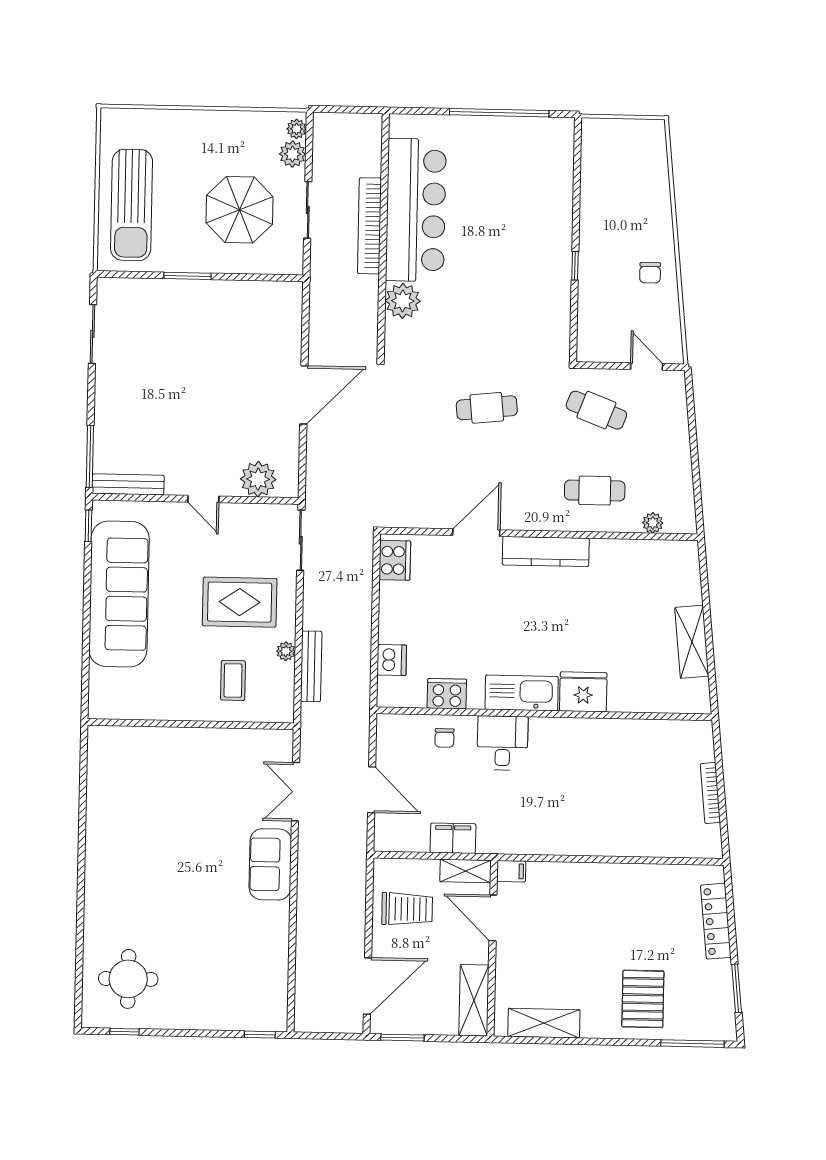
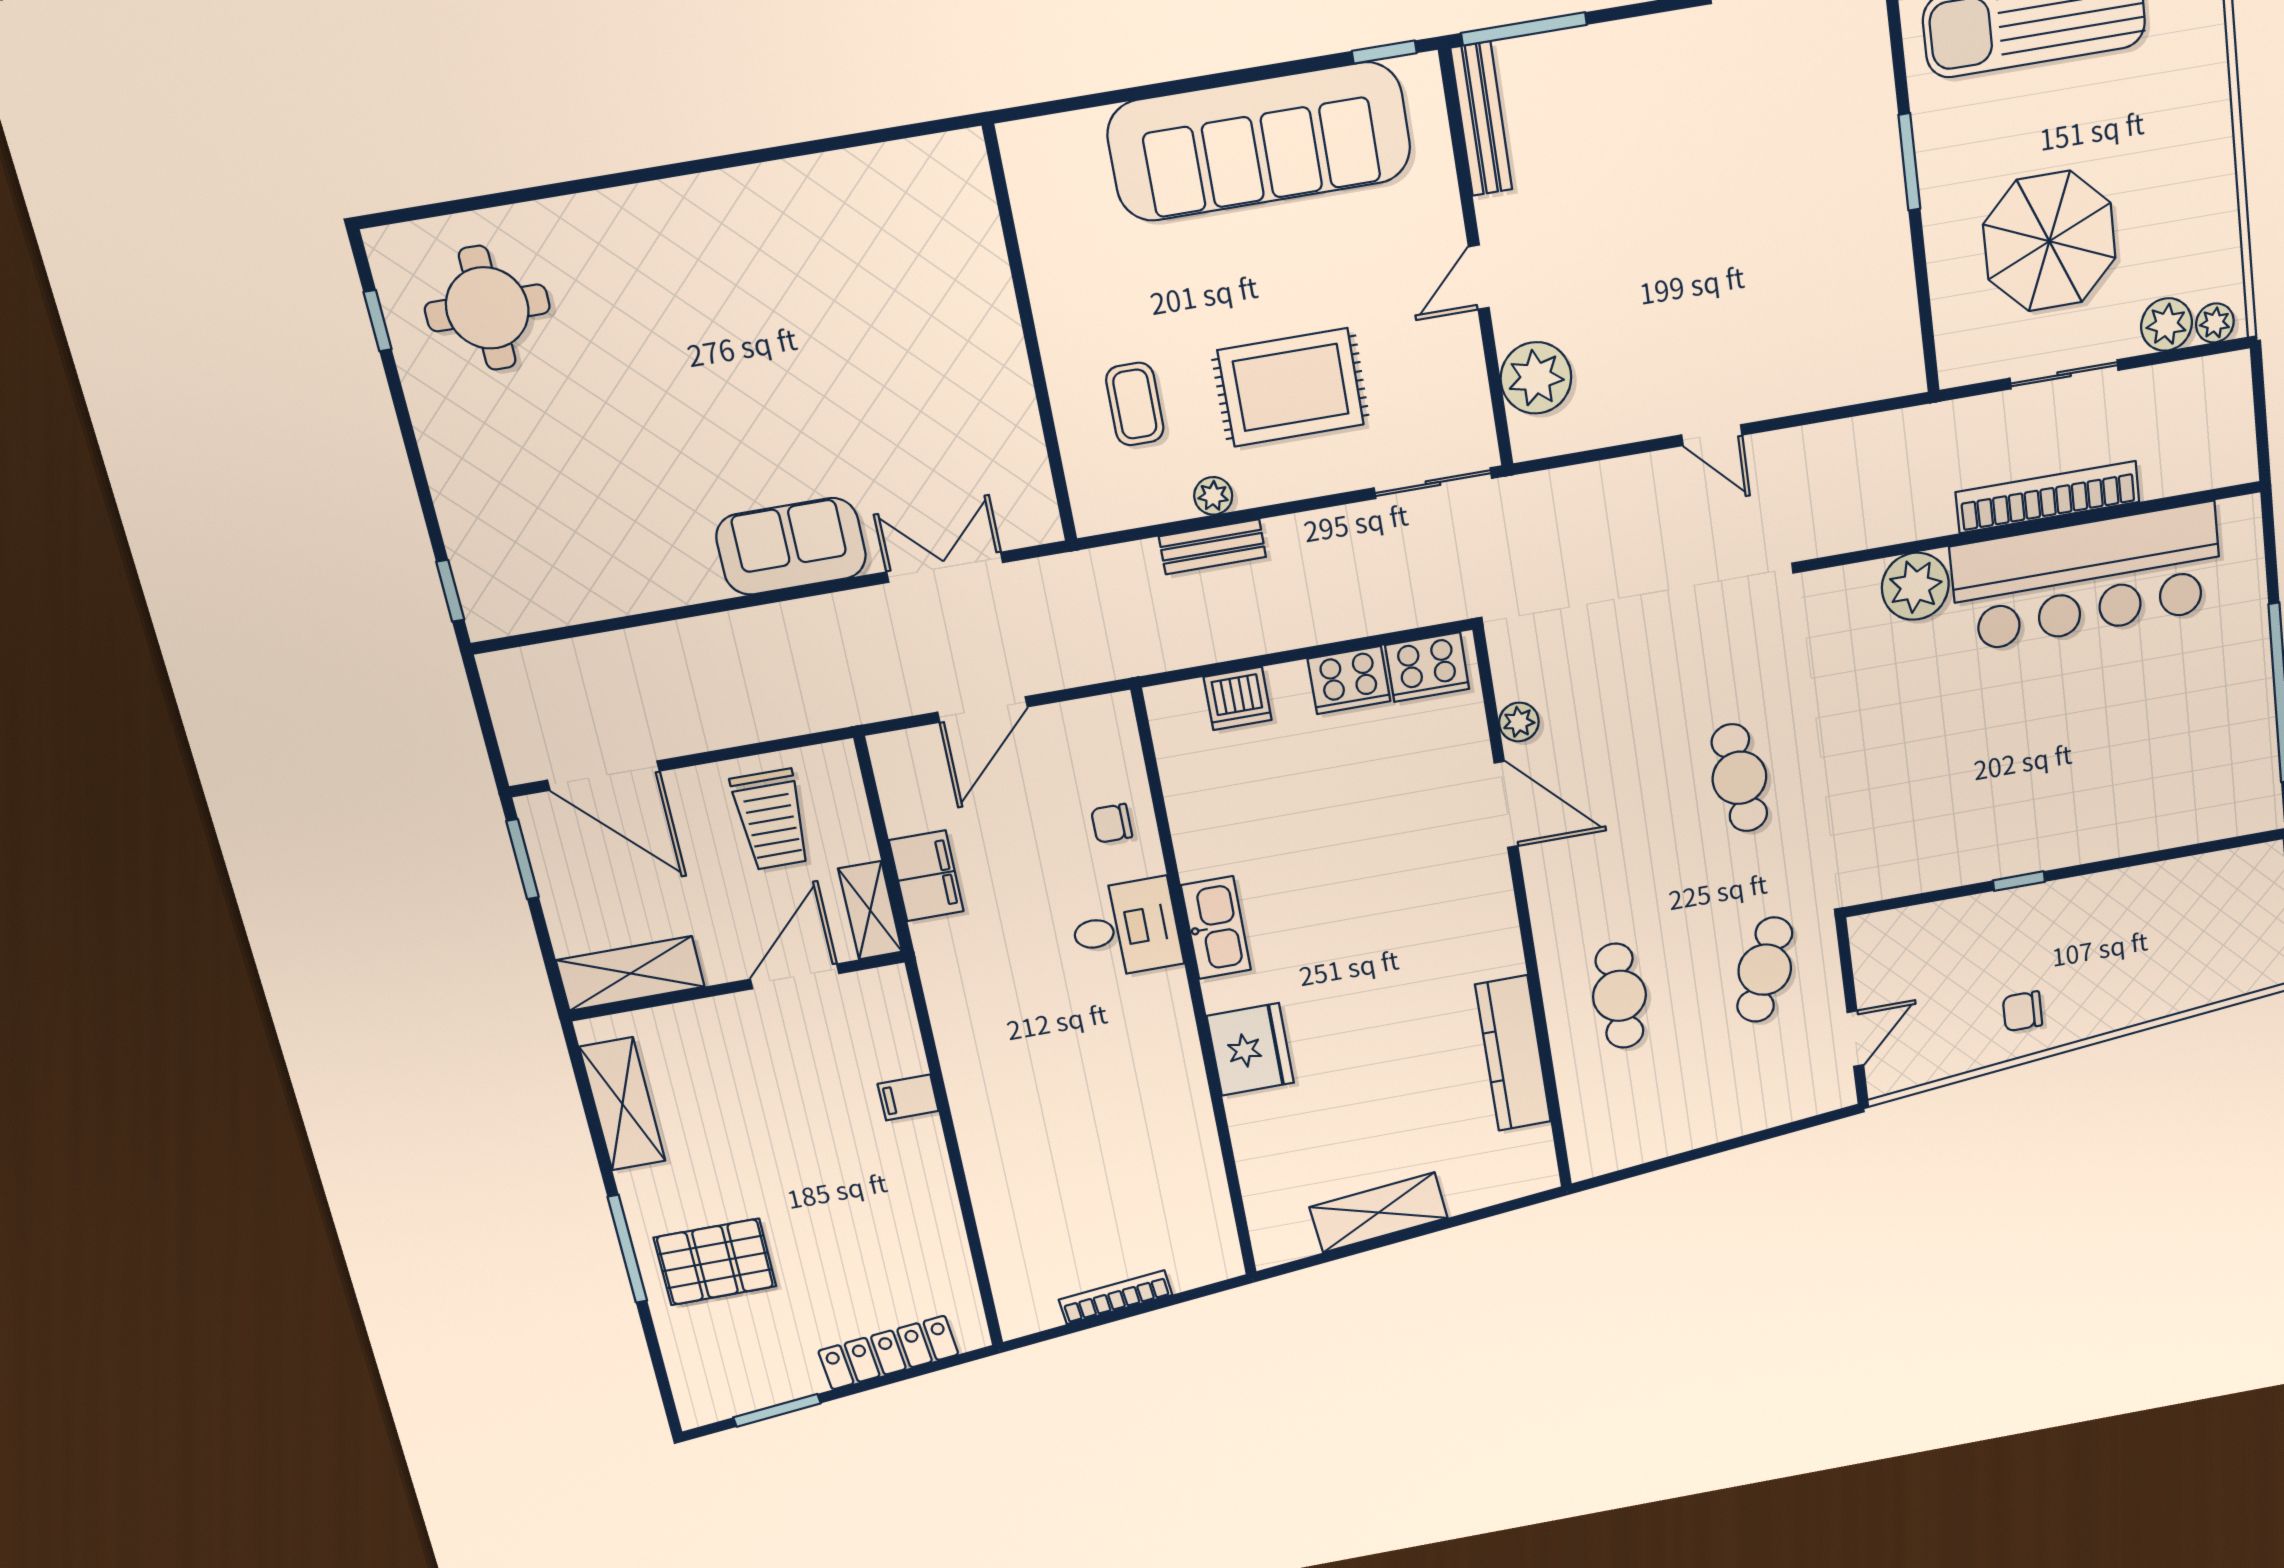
door: (304, 395) -> (1712, 435), width x0.53
plant: (653, 523) -> (1519, 722), moved
kitchen counter: (546, 552) -> (1513, 1053), moved
rug: (240, 602) -> (1291, 387), turned 90
bench: (311, 666) -> (1212, 547), width x0.73
coffee table: (233, 680) -> (1135, 404), turned 90
kitchen sink: (522, 693) -> (1216, 928), width x0.73, depth x0.81
cooker: (447, 694) -> (1349, 680), moved, turned 90
filing cabinet: (511, 871) -> (908, 1097), moved, turned 90
window: (692, 1044) -> (627, 1249), moved

